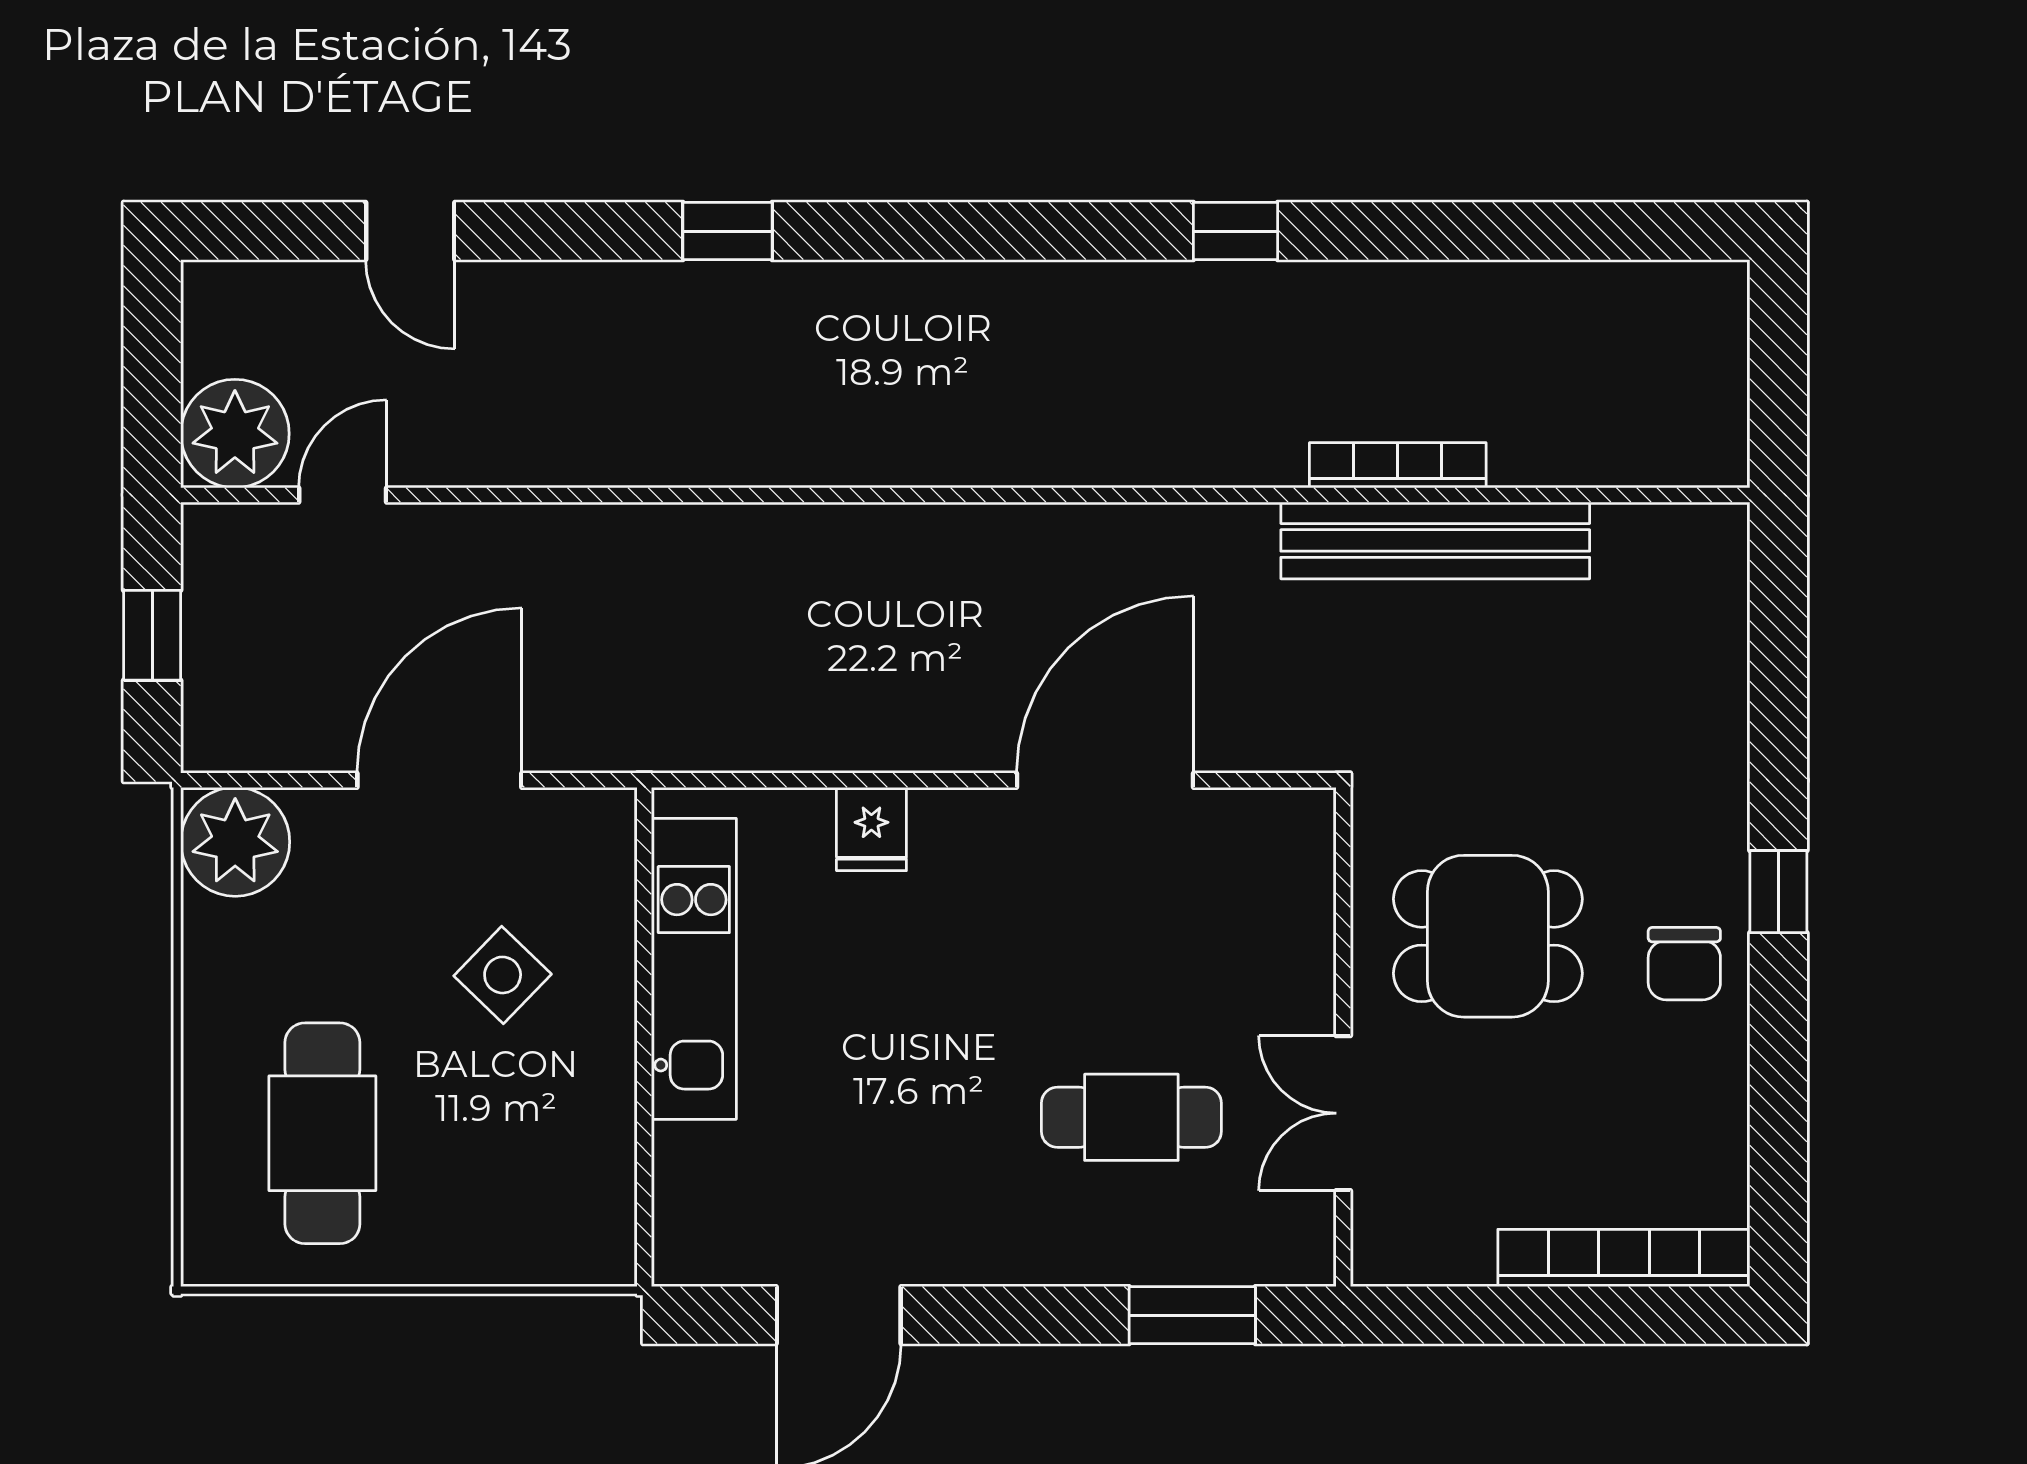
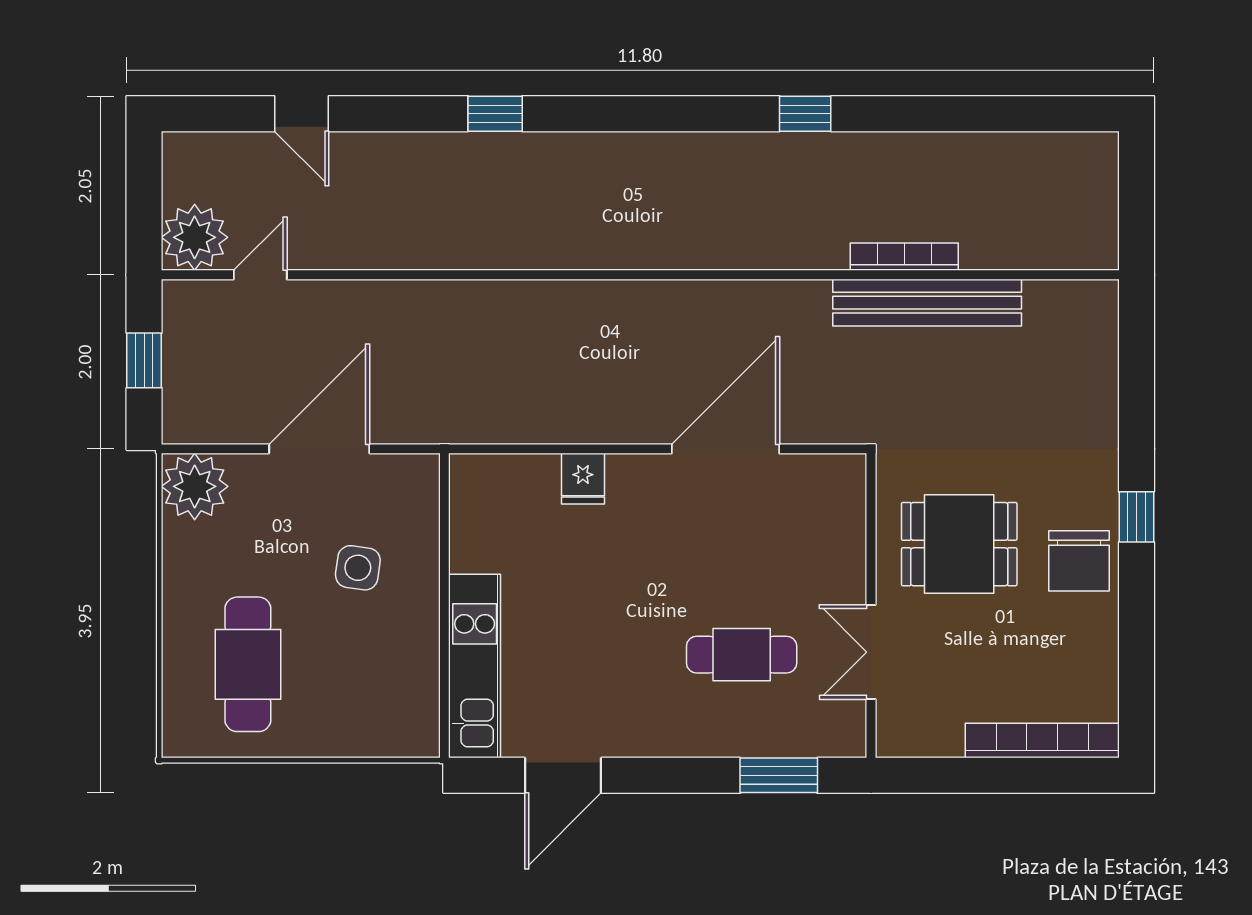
chair: (1684, 964) -> (1079, 561), width x1.37, depth x1.37
kitchen unit: (694, 969) -> (475, 666), moved
side table: (503, 975) -> (358, 568), turned -36

